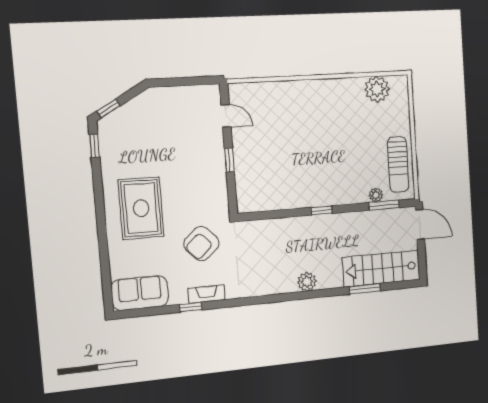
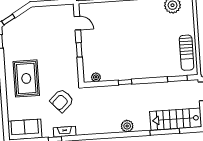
plant: (376, 195) -> (96, 77), moved
window: (322, 210) -> (125, 82), moved
window: (365, 289) -> (165, 132), width x1.44

